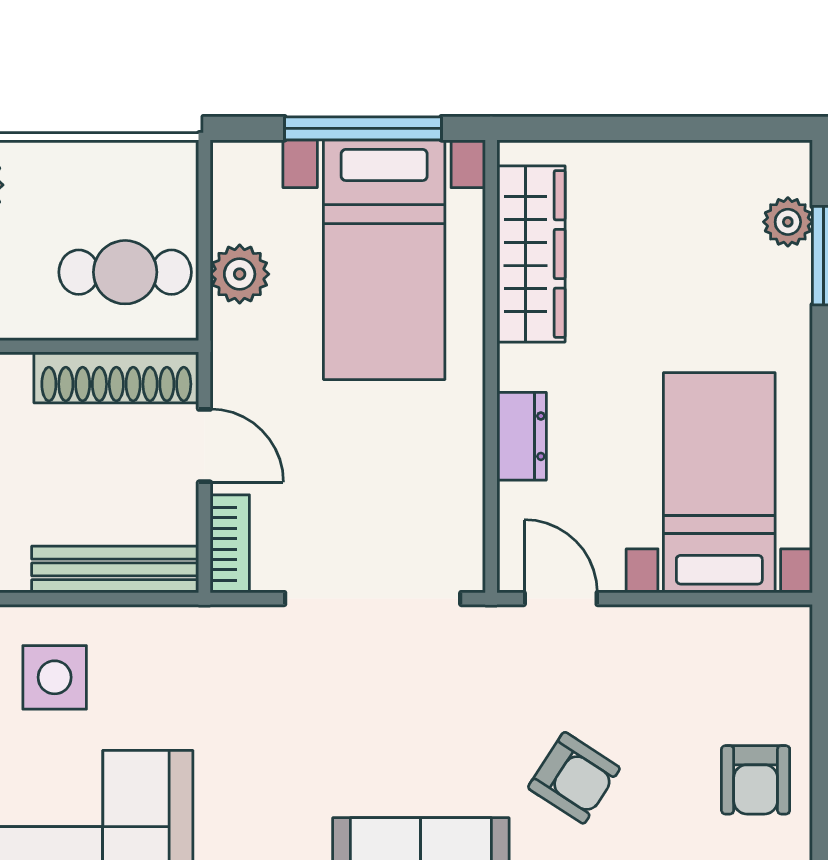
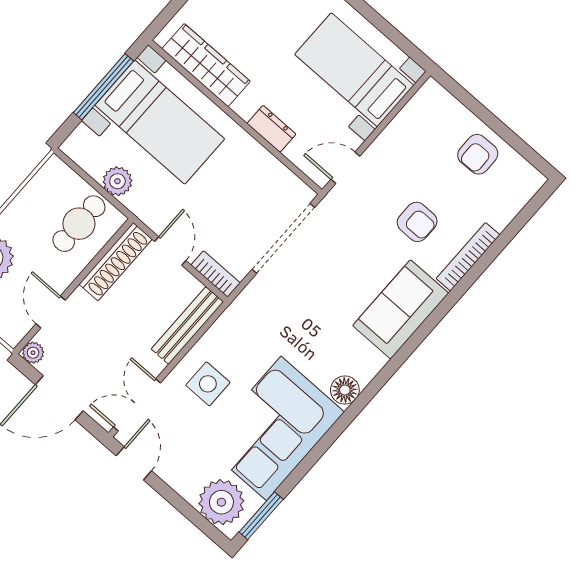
door: (204, 446) -> (170, 251), hinge flipped
armchair: (574, 778) -> (417, 222), turned 57
armchair: (756, 780) -> (478, 154), turned 89

